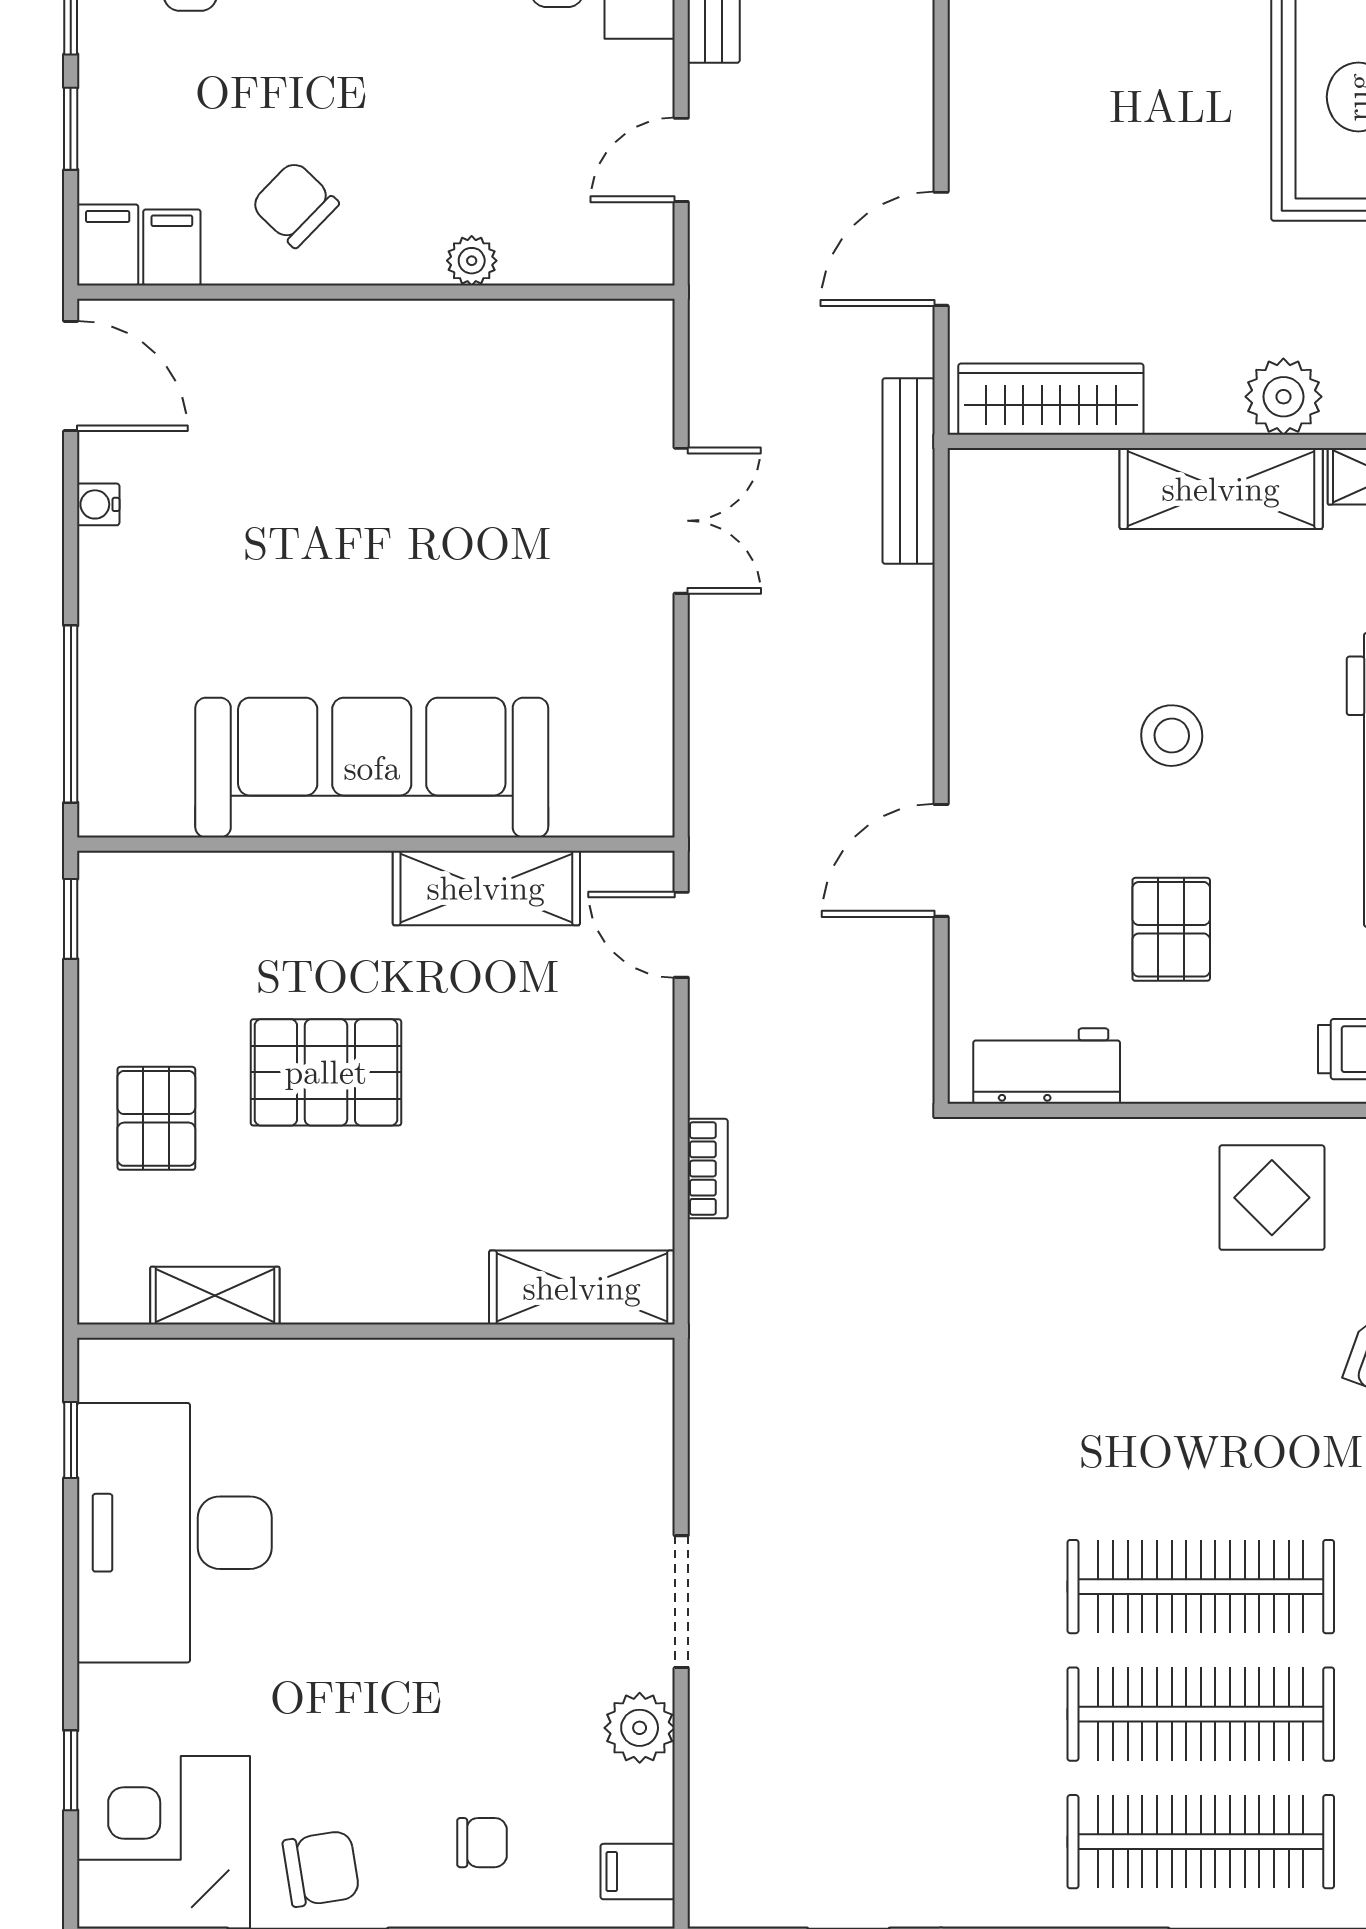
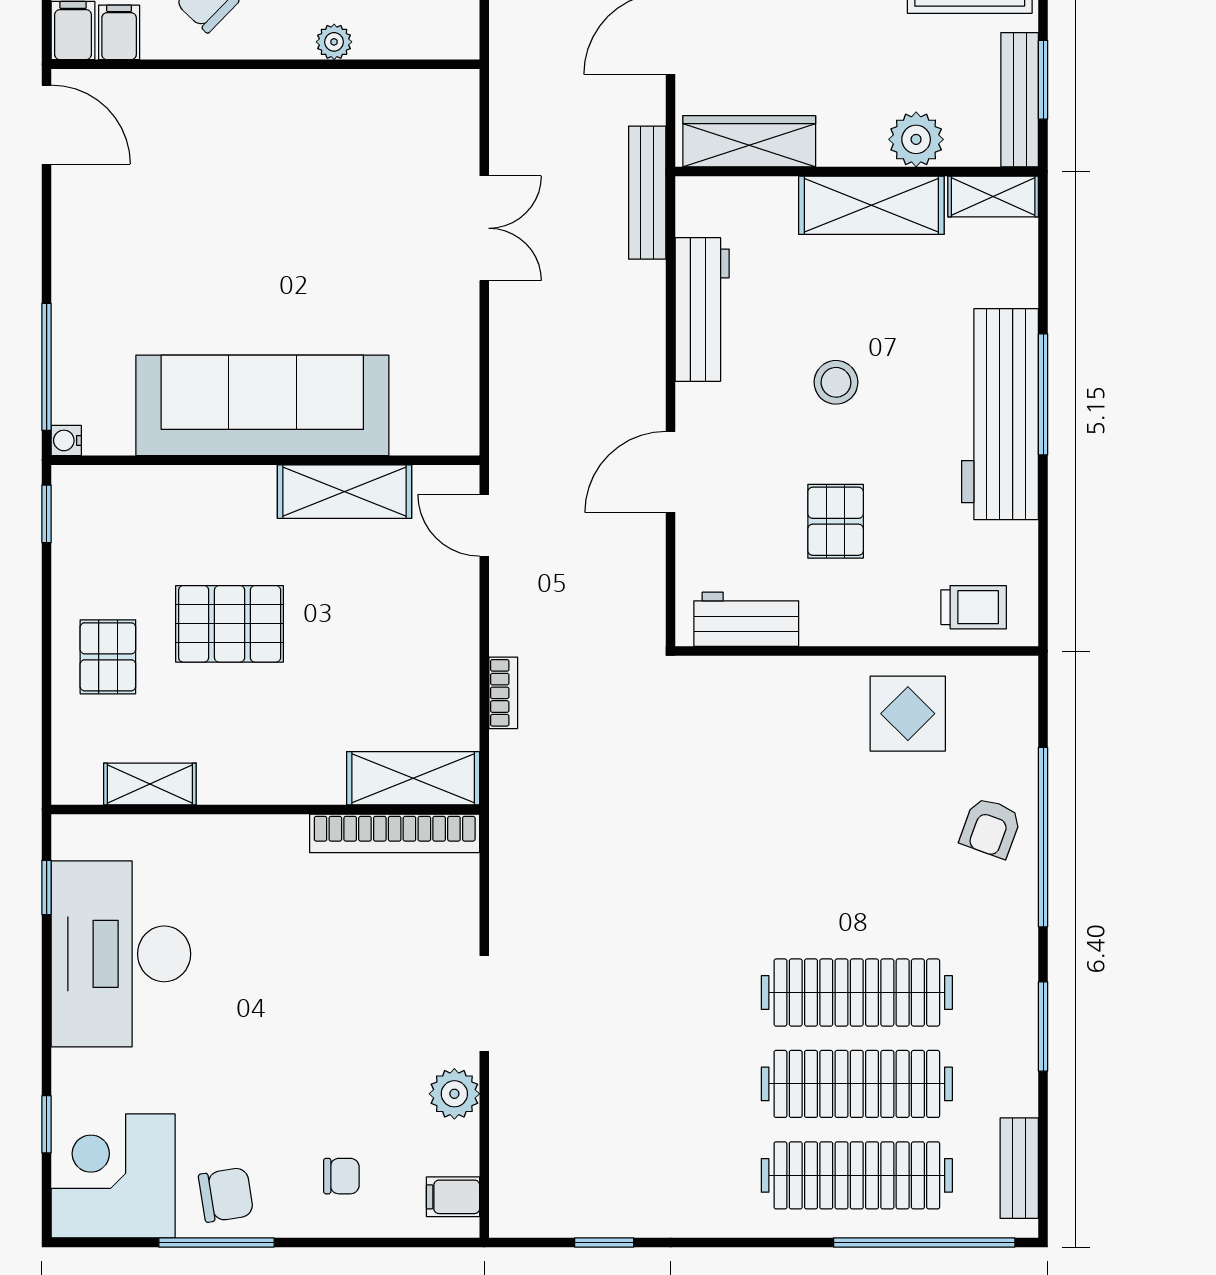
water cooler: (98, 504) -> (66, 440), moved
workbench: (985, 634) -> (702, 309), added
bookcase: (556, 1365) -> (395, 833), added

